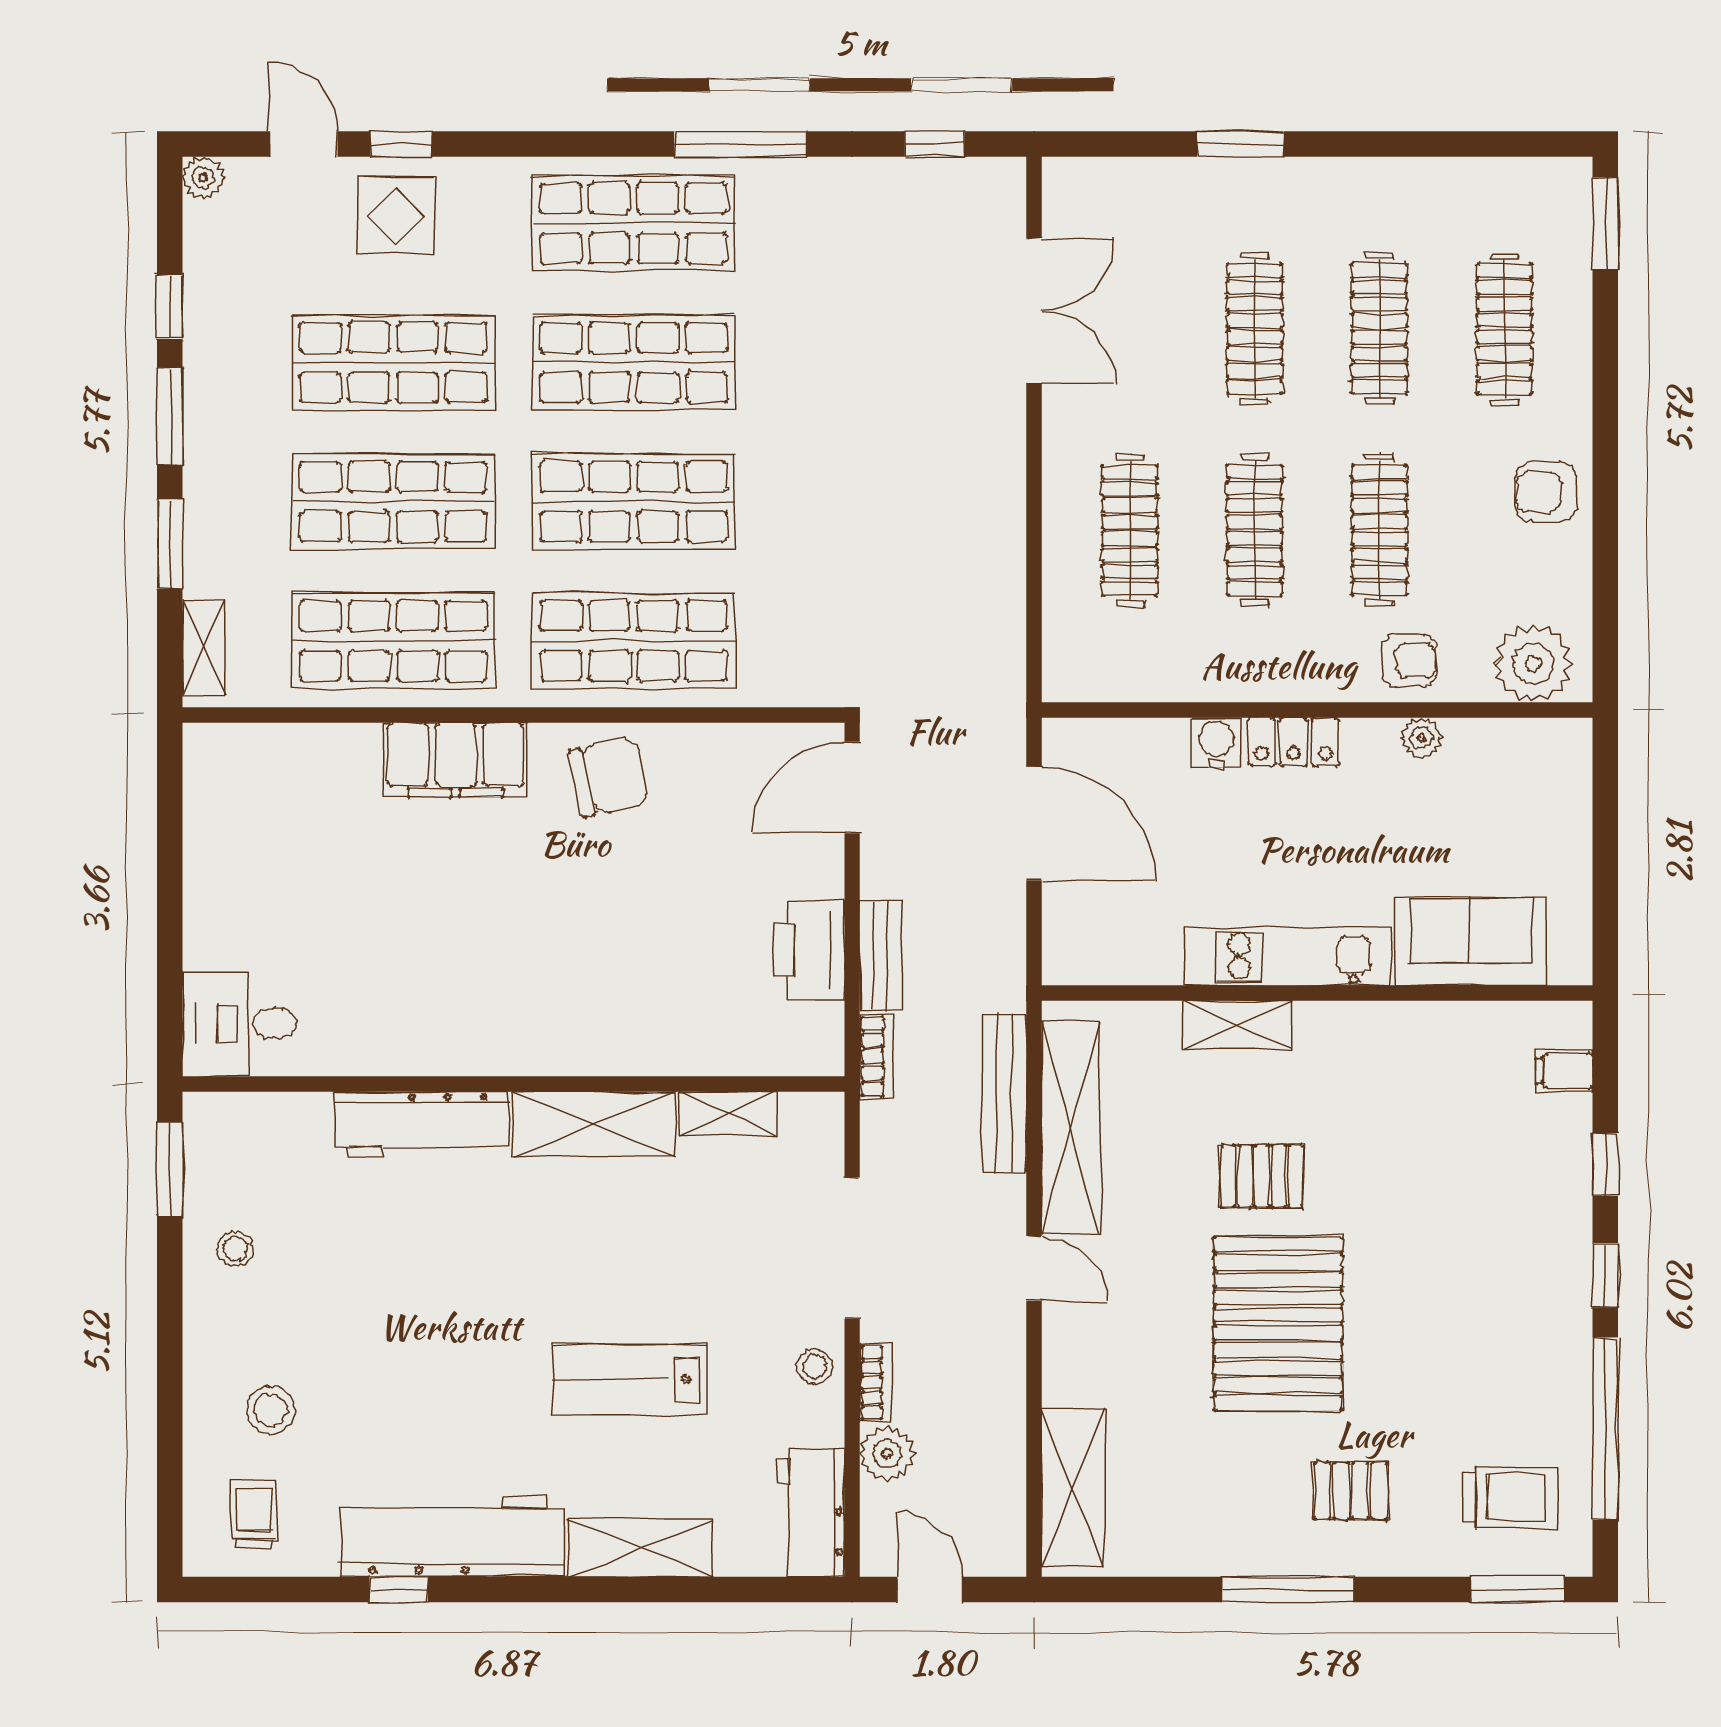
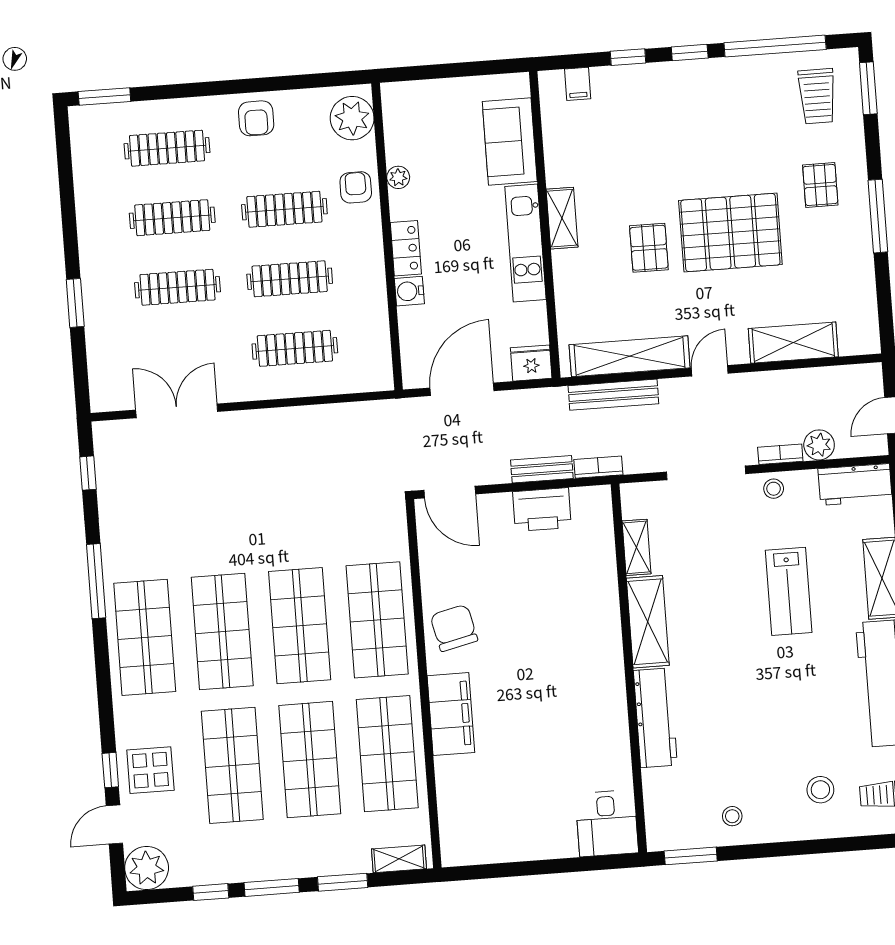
plant: (203, 177) -> (147, 868), width x1.87, depth x1.87
fridge: (1072, 950) -> (531, 363), added
shelving: (1237, 1025) -> (562, 218), moved
shelving: (1073, 1488) -> (793, 343), moved
trolley: (1510, 1497) -> (817, 96), turned 180

